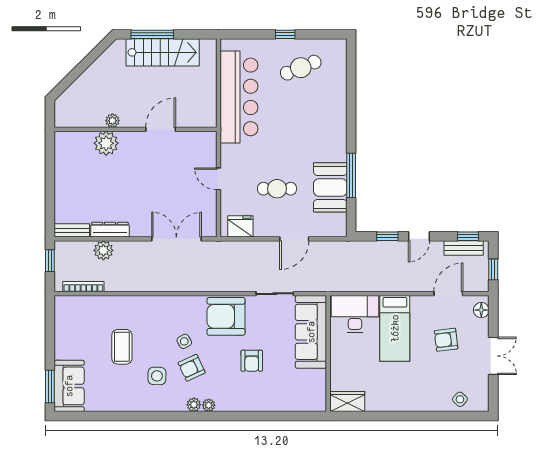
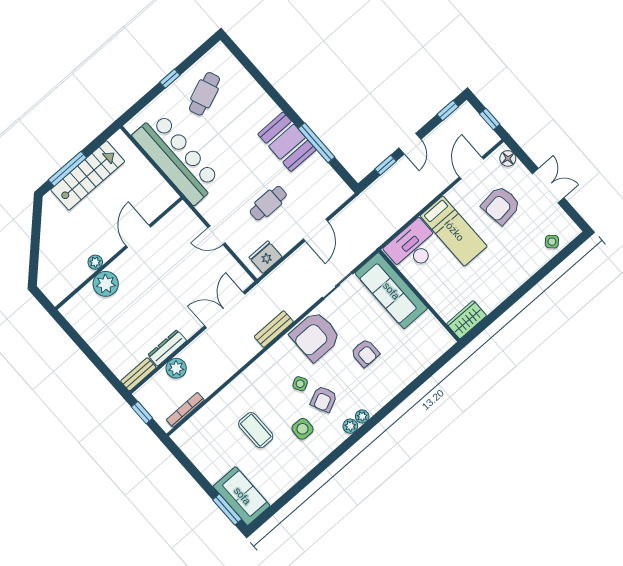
booth: (330, 187) -> (287, 142), moved
bench: (464, 248) -> (274, 329), moved
armchair: (446, 340) -> (501, 205), width x1.38, depth x1.38

